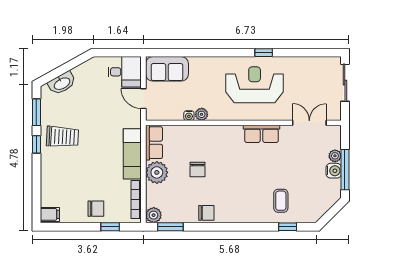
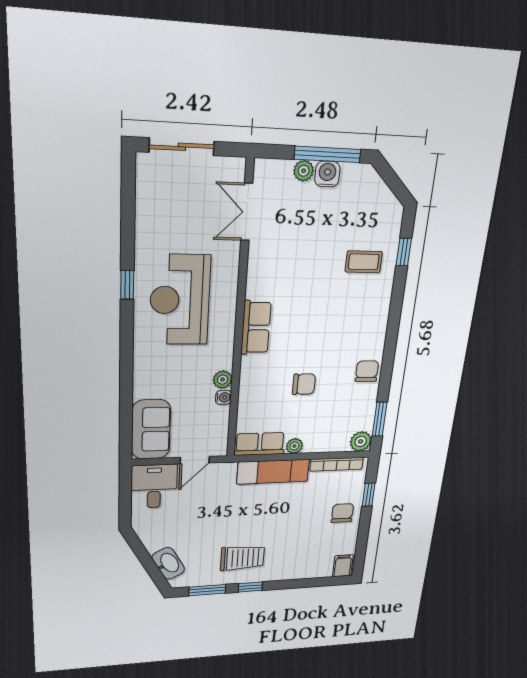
row of seats: (262, 134) -> (256, 328), moved
trolley: (62, 137) -> (242, 558), turned 87
plant: (157, 172) -> (294, 446), width x0.53, depth x0.53

